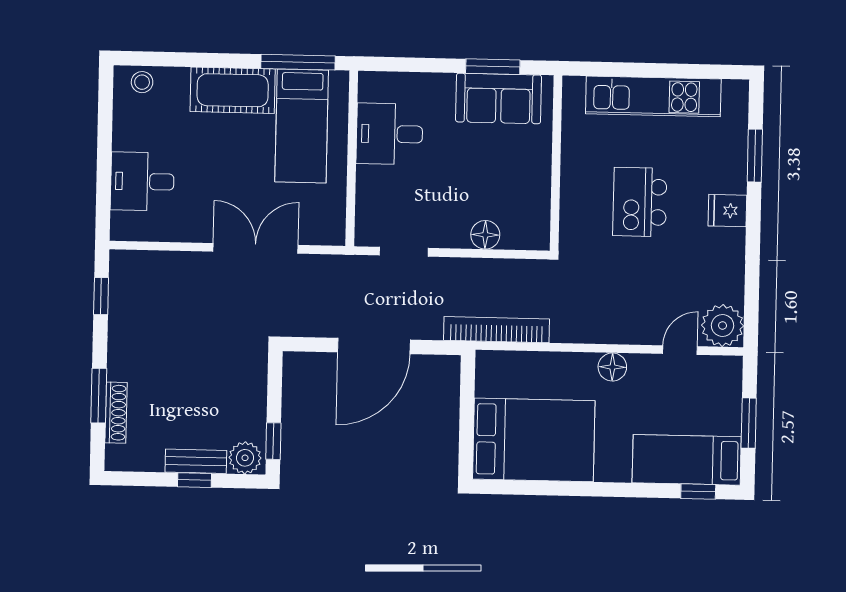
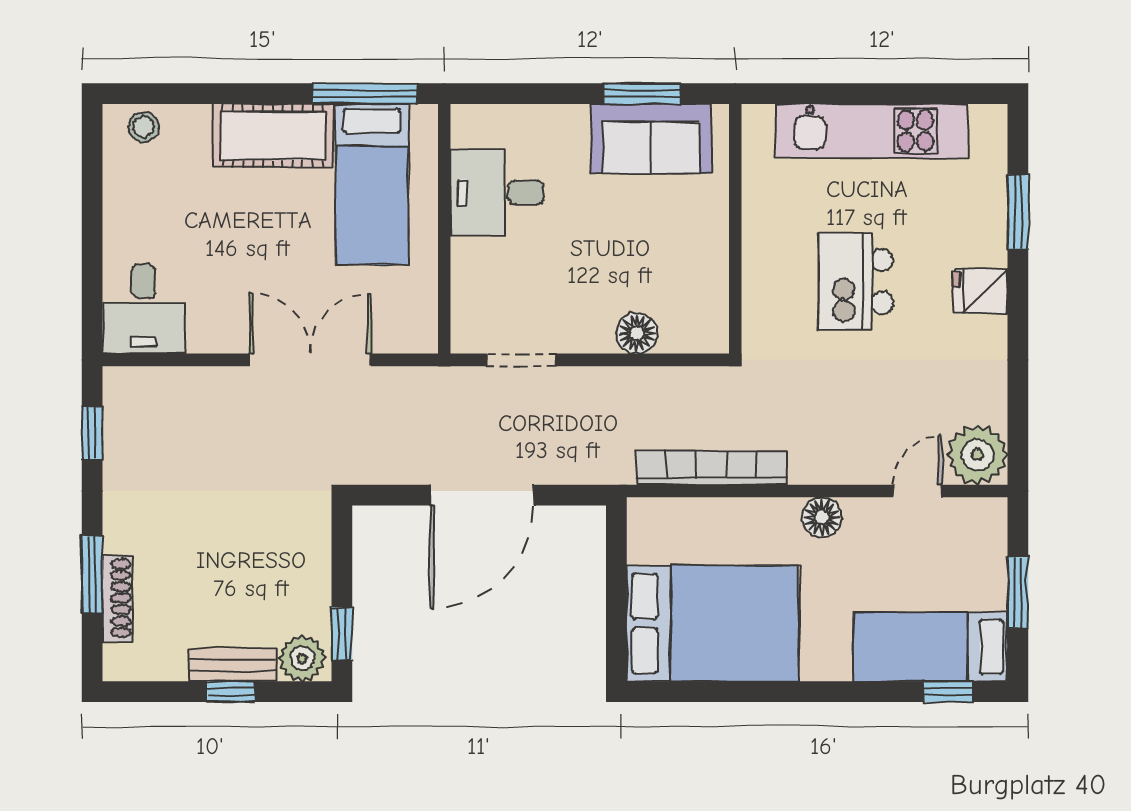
desk: (142, 181) -> (144, 309), moved, turned -90
bookcase: (497, 330) -> (711, 468), moved

